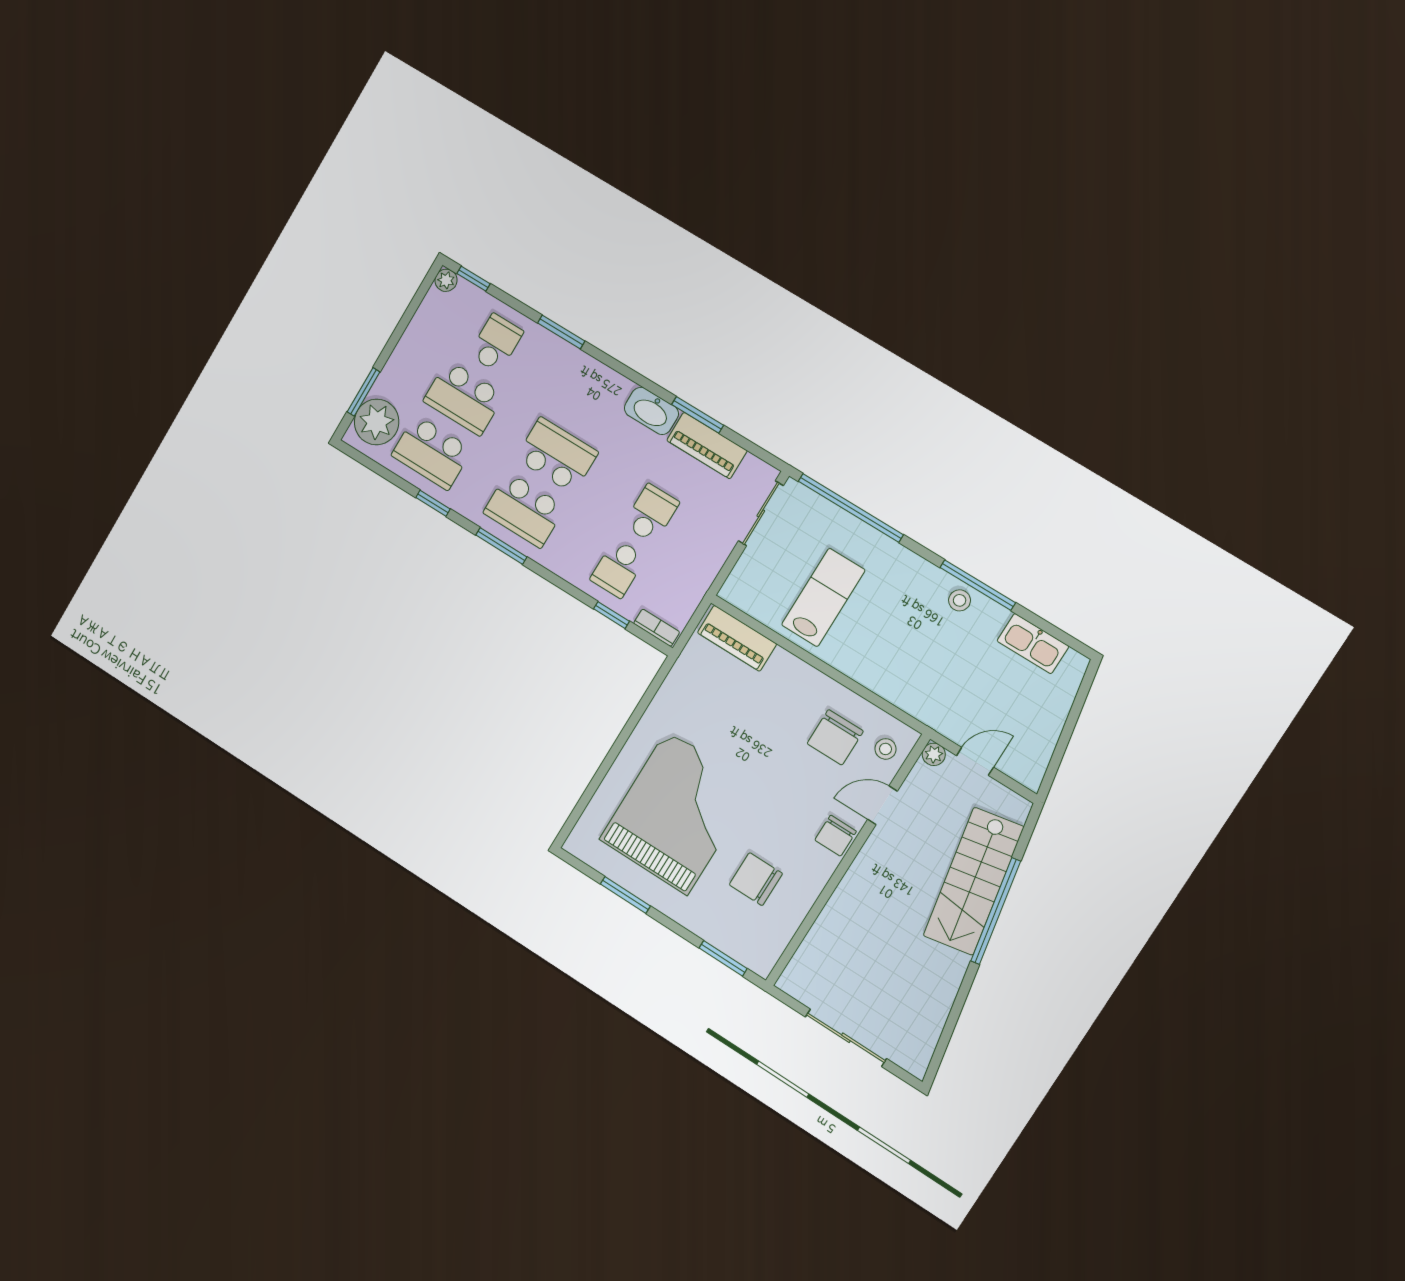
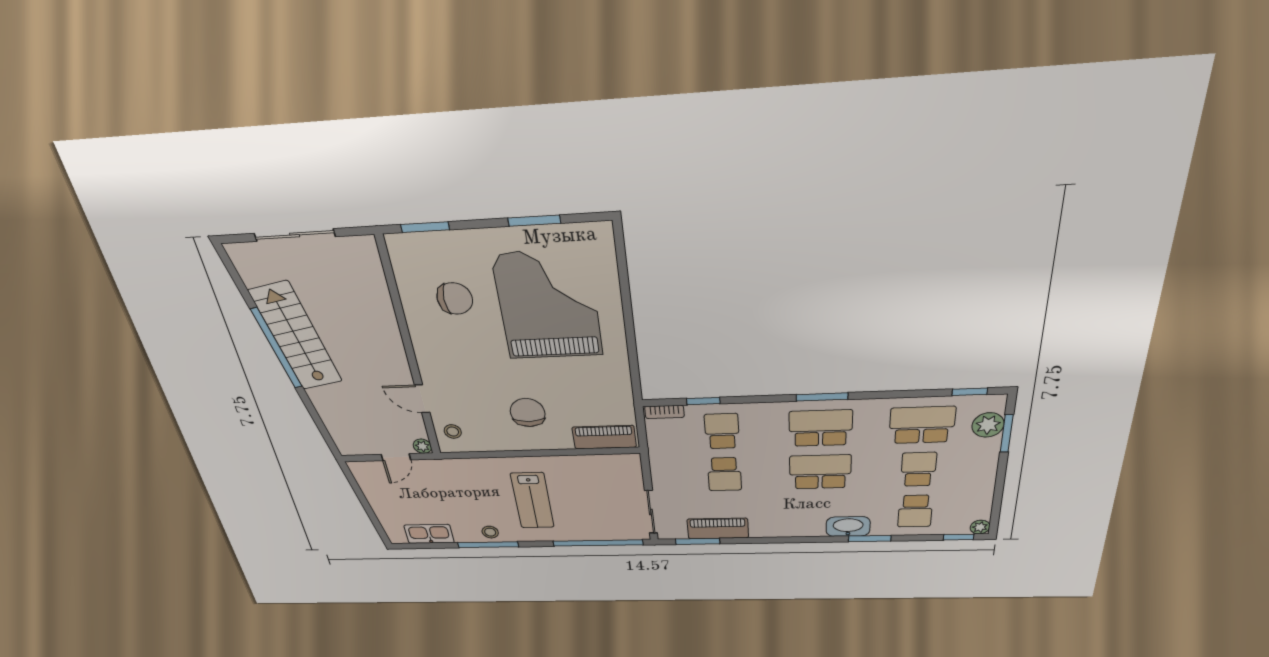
school desk: (464, 398) -> (918, 469), width x0.54
washbasin: (651, 411) -> (848, 527), moved
window: (698, 415) -> (698, 541), moved
plant: (377, 422) -> (988, 425), width x0.73, depth x0.73
school desk: (557, 455) -> (820, 472), turned 180
window: (433, 503) -> (970, 392), moved
lab bench: (823, 598) -> (532, 500), moved
chair: (835, 737) -> (528, 413), moved
door: (882, 805) -> (422, 399), swing flipped
grand piano: (677, 813) -> (548, 305), turned 180
chair: (836, 836) -> (432, 362), removed
stairs: (973, 881) -> (296, 336), moved
window: (996, 911) -> (277, 348), moved

